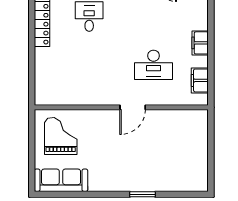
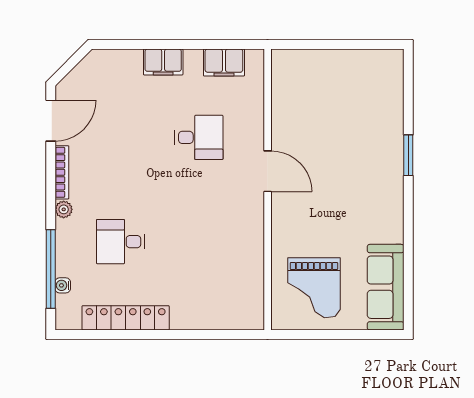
desk: (154, 65) -> (199, 137), width x0.73
grand piano: (61, 136) -> (314, 288), turned -90

